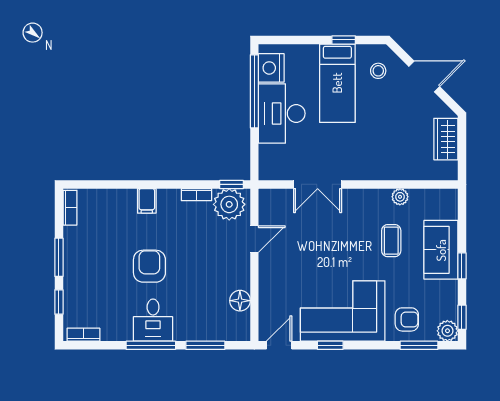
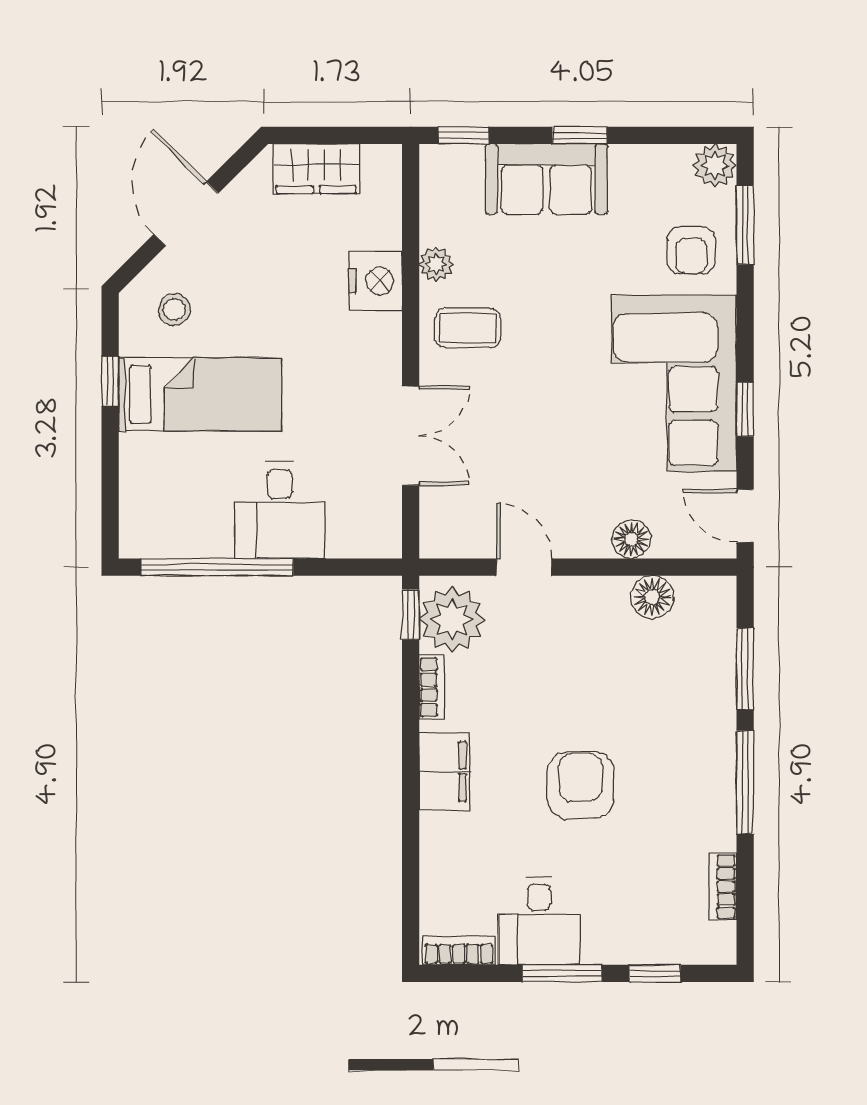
nightstand: (271, 68) -> (376, 281), moved, turned -90
desk: (282, 113) -> (280, 510), width x0.73
filing cabinet: (147, 201) -> (445, 772), width x2.00
coffee table: (391, 241) -> (468, 328), moved
armchair: (149, 266) -> (581, 785), turned 90
floor lamp: (268, 291) -> (631, 539), added
window: (462, 317) -> (463, 135), moved
armchair: (407, 319) -> (691, 250), turned 180
desk: (153, 320) -> (539, 921), moved, turned 90
bookcase: (83, 335) -> (723, 887), moved

